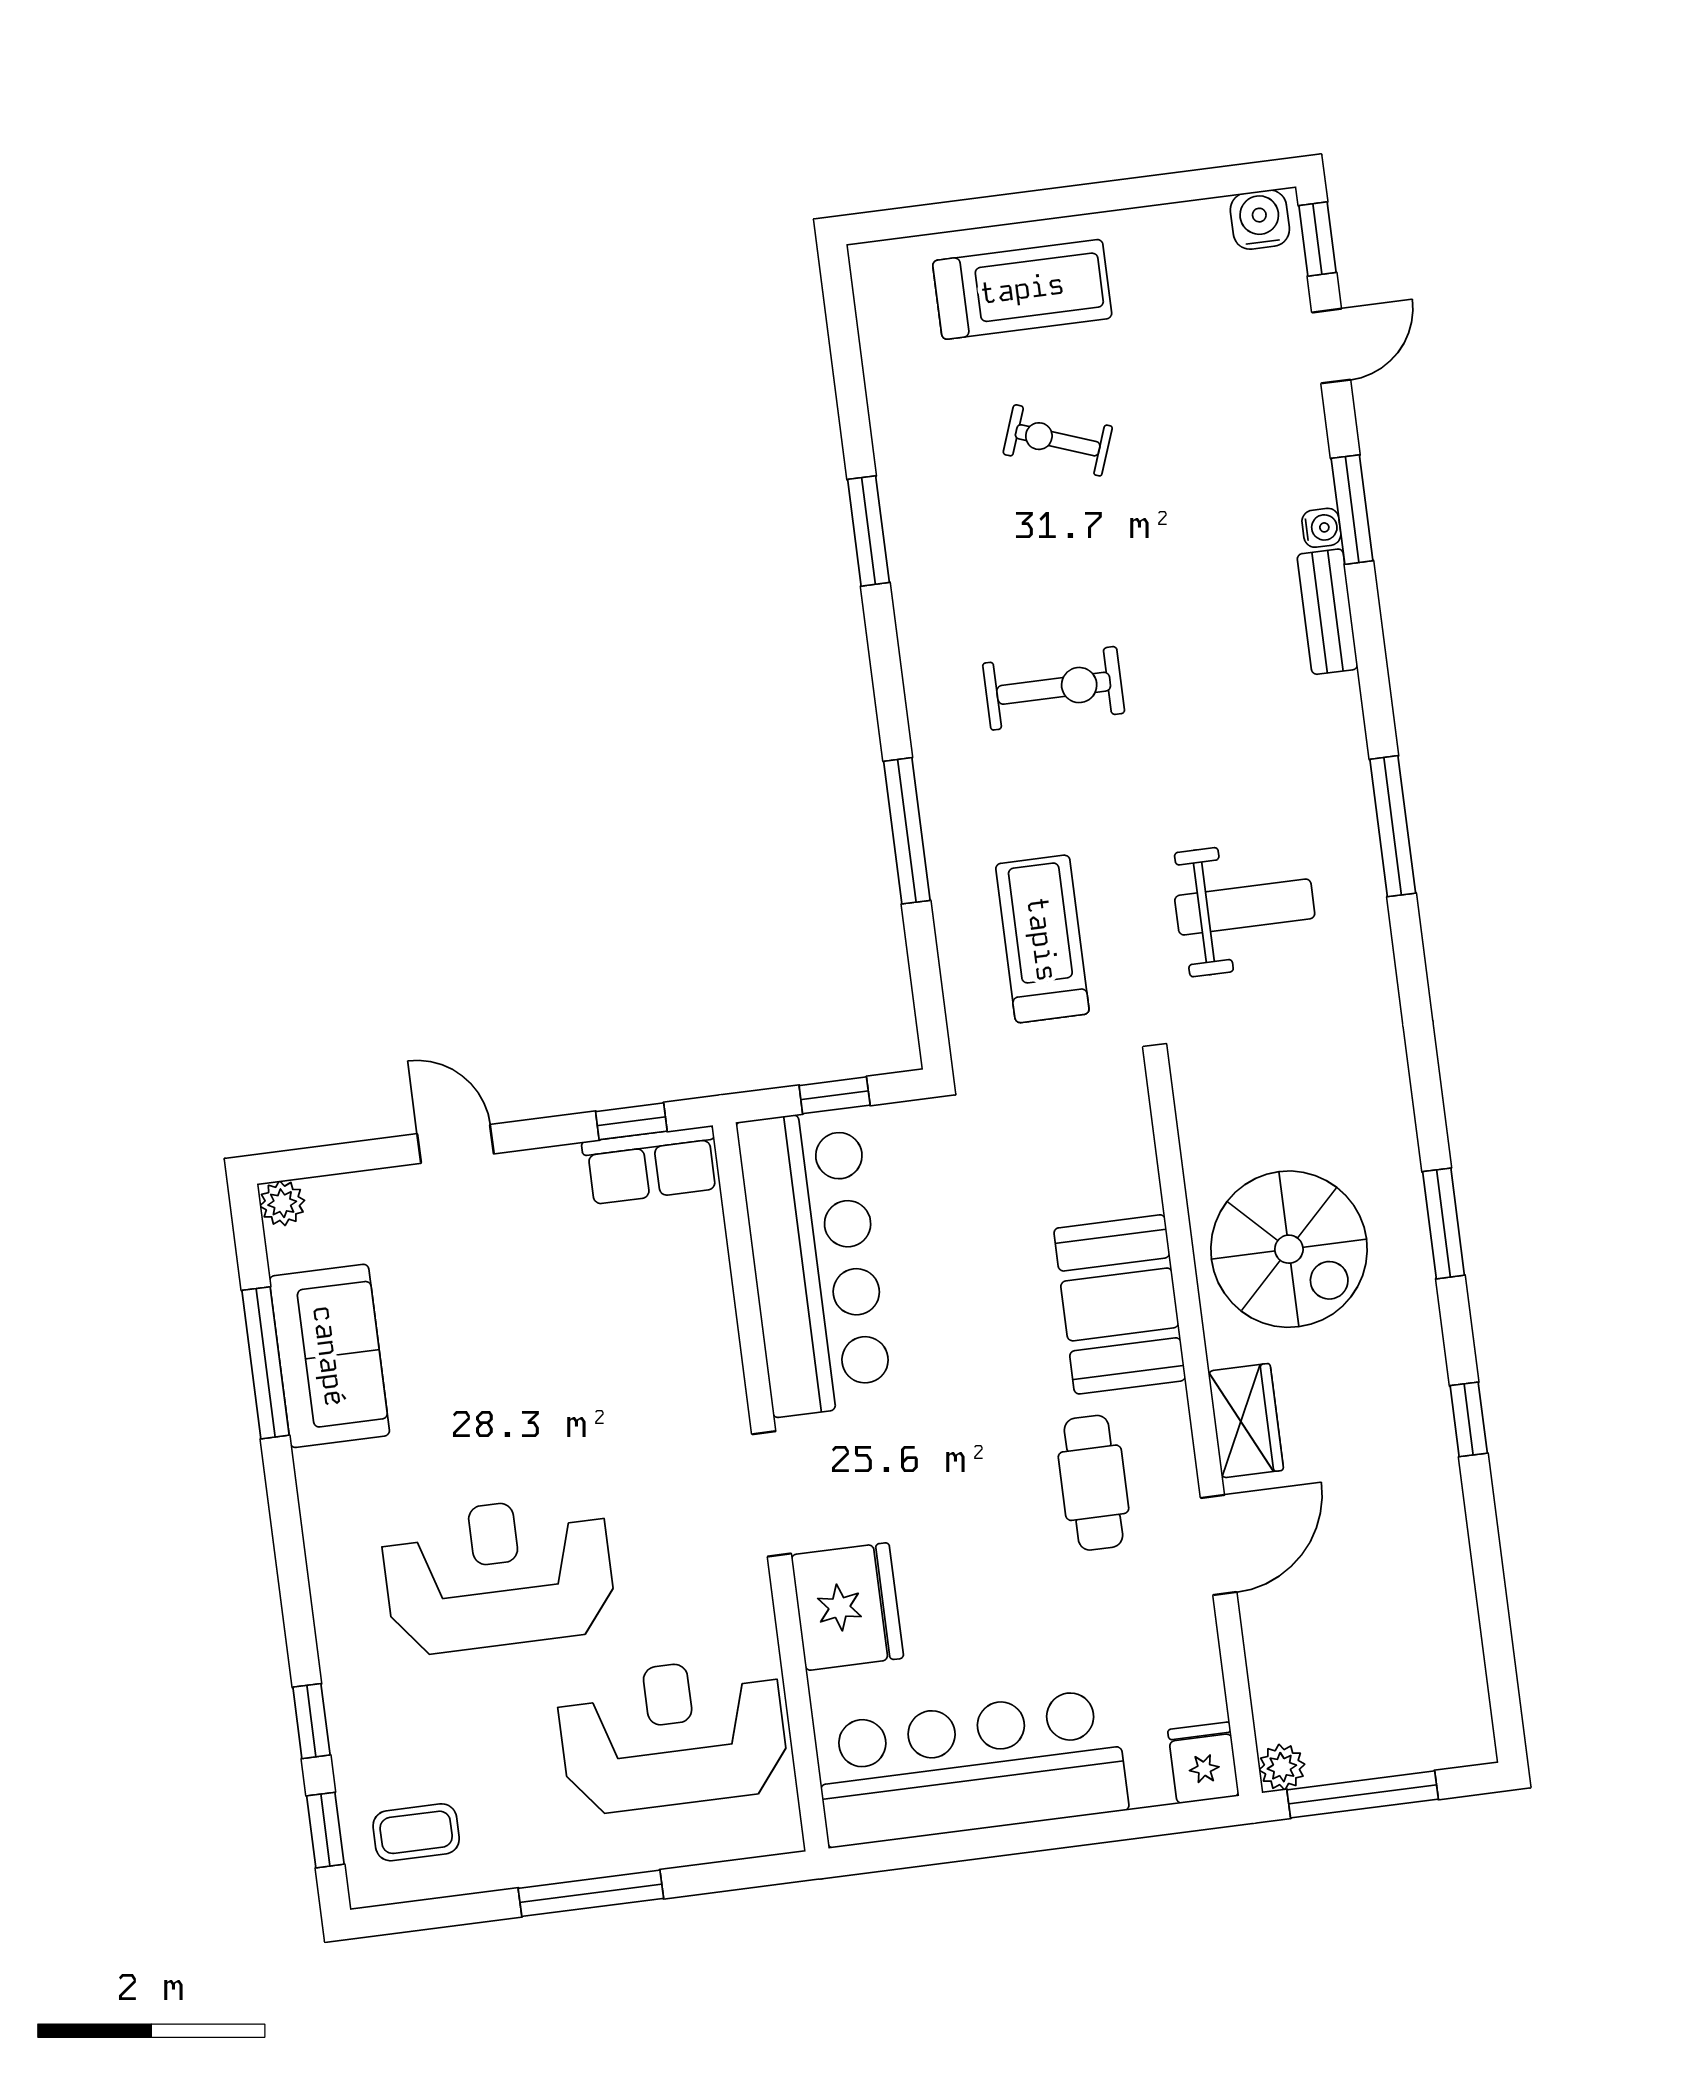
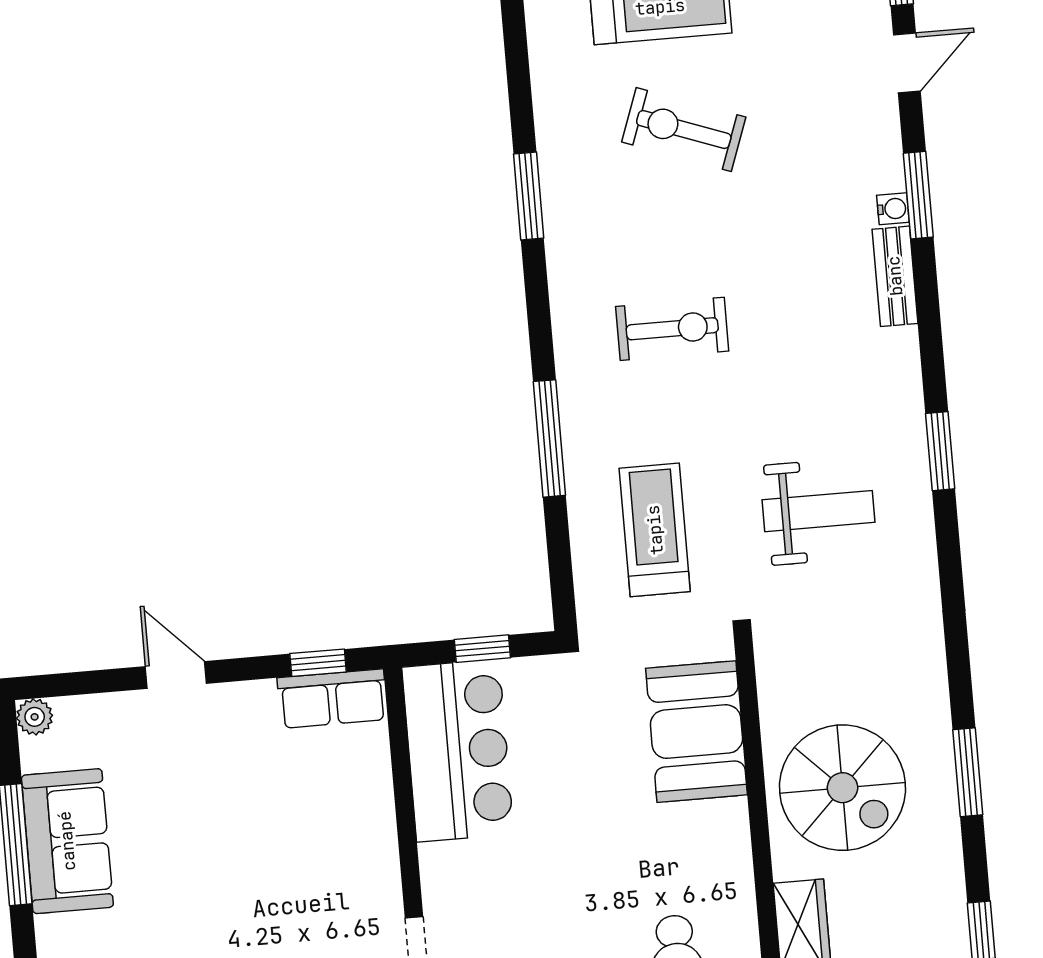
exercise bike: (1058, 440) -> (684, 130), width x1.38, depth x1.39
window: (1393, 826) -> (940, 451), width x0.69
bar counter: (815, 1263) -> (458, 751), width x0.73
booth: (1120, 1304) -> (696, 732), moved

